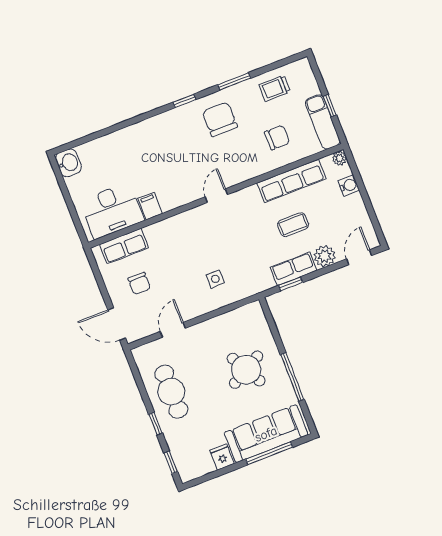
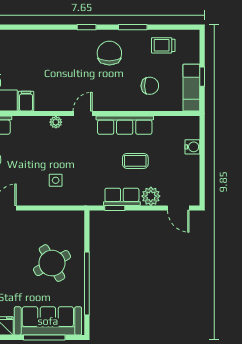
plant: (339, 158) -> (56, 122), moved
row of seats: (291, 181) -> (125, 125), moved
door: (359, 257) -> (178, 208), swing flipped
window: (292, 377) -> (87, 283), width x1.46

